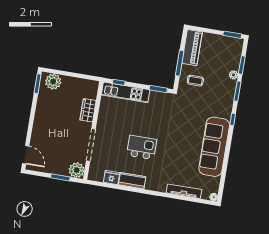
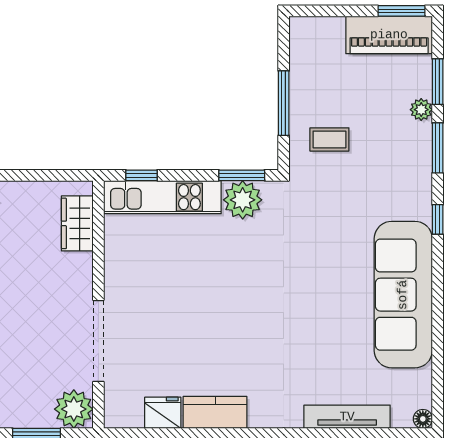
piano: (192, 48) -> (389, 35), moved, turned 90
plant: (157, 99) -> (243, 200), added
wardrobe: (88, 110) -> (77, 223), moved
kitchen island: (142, 147) -> (224, 326), removed

